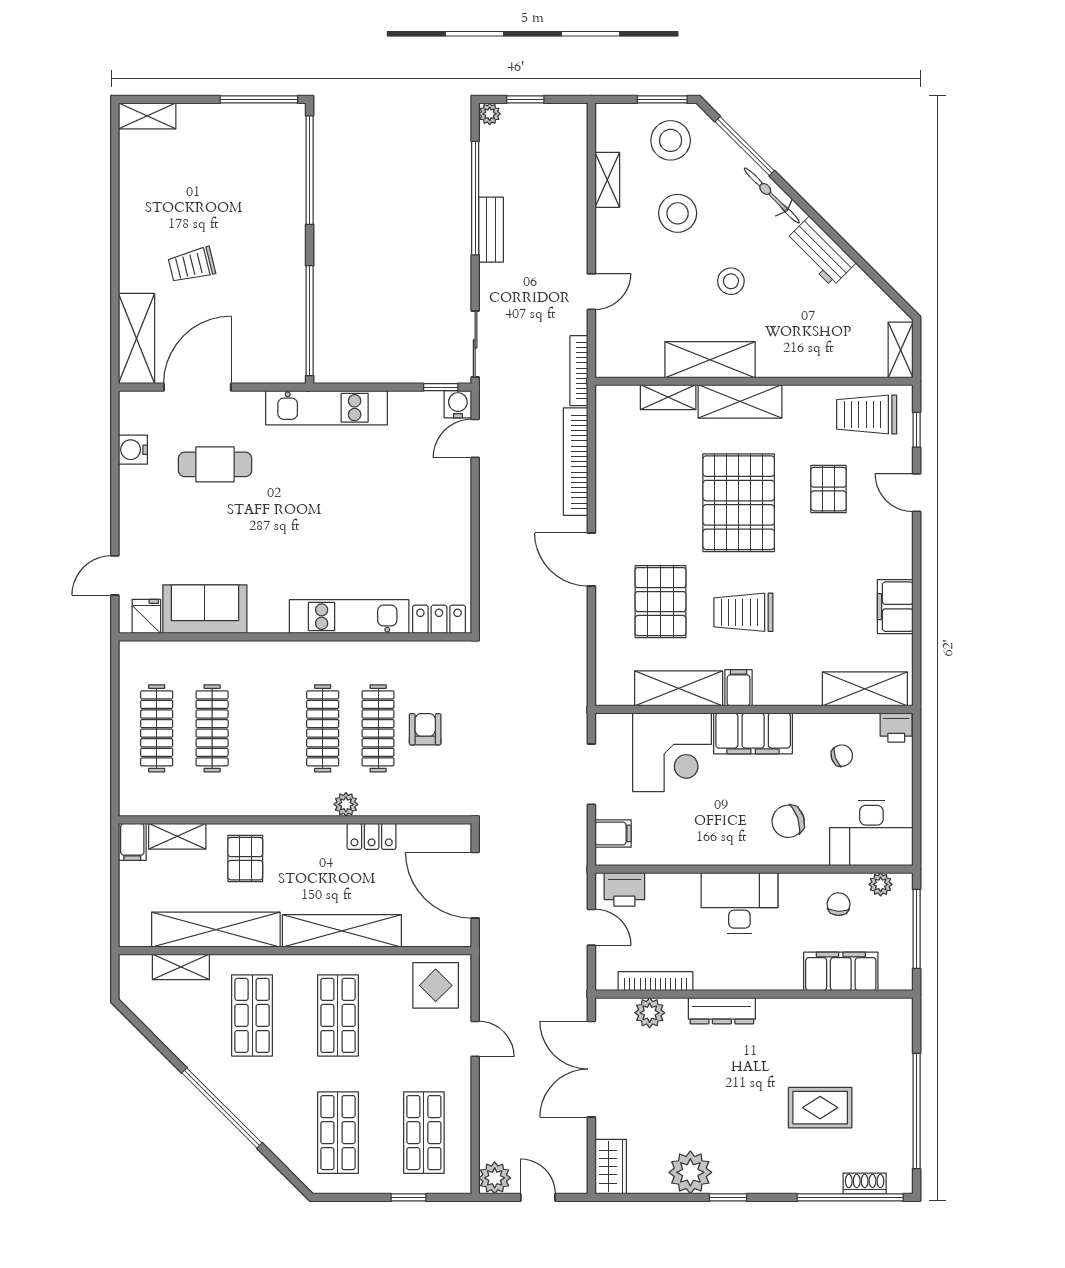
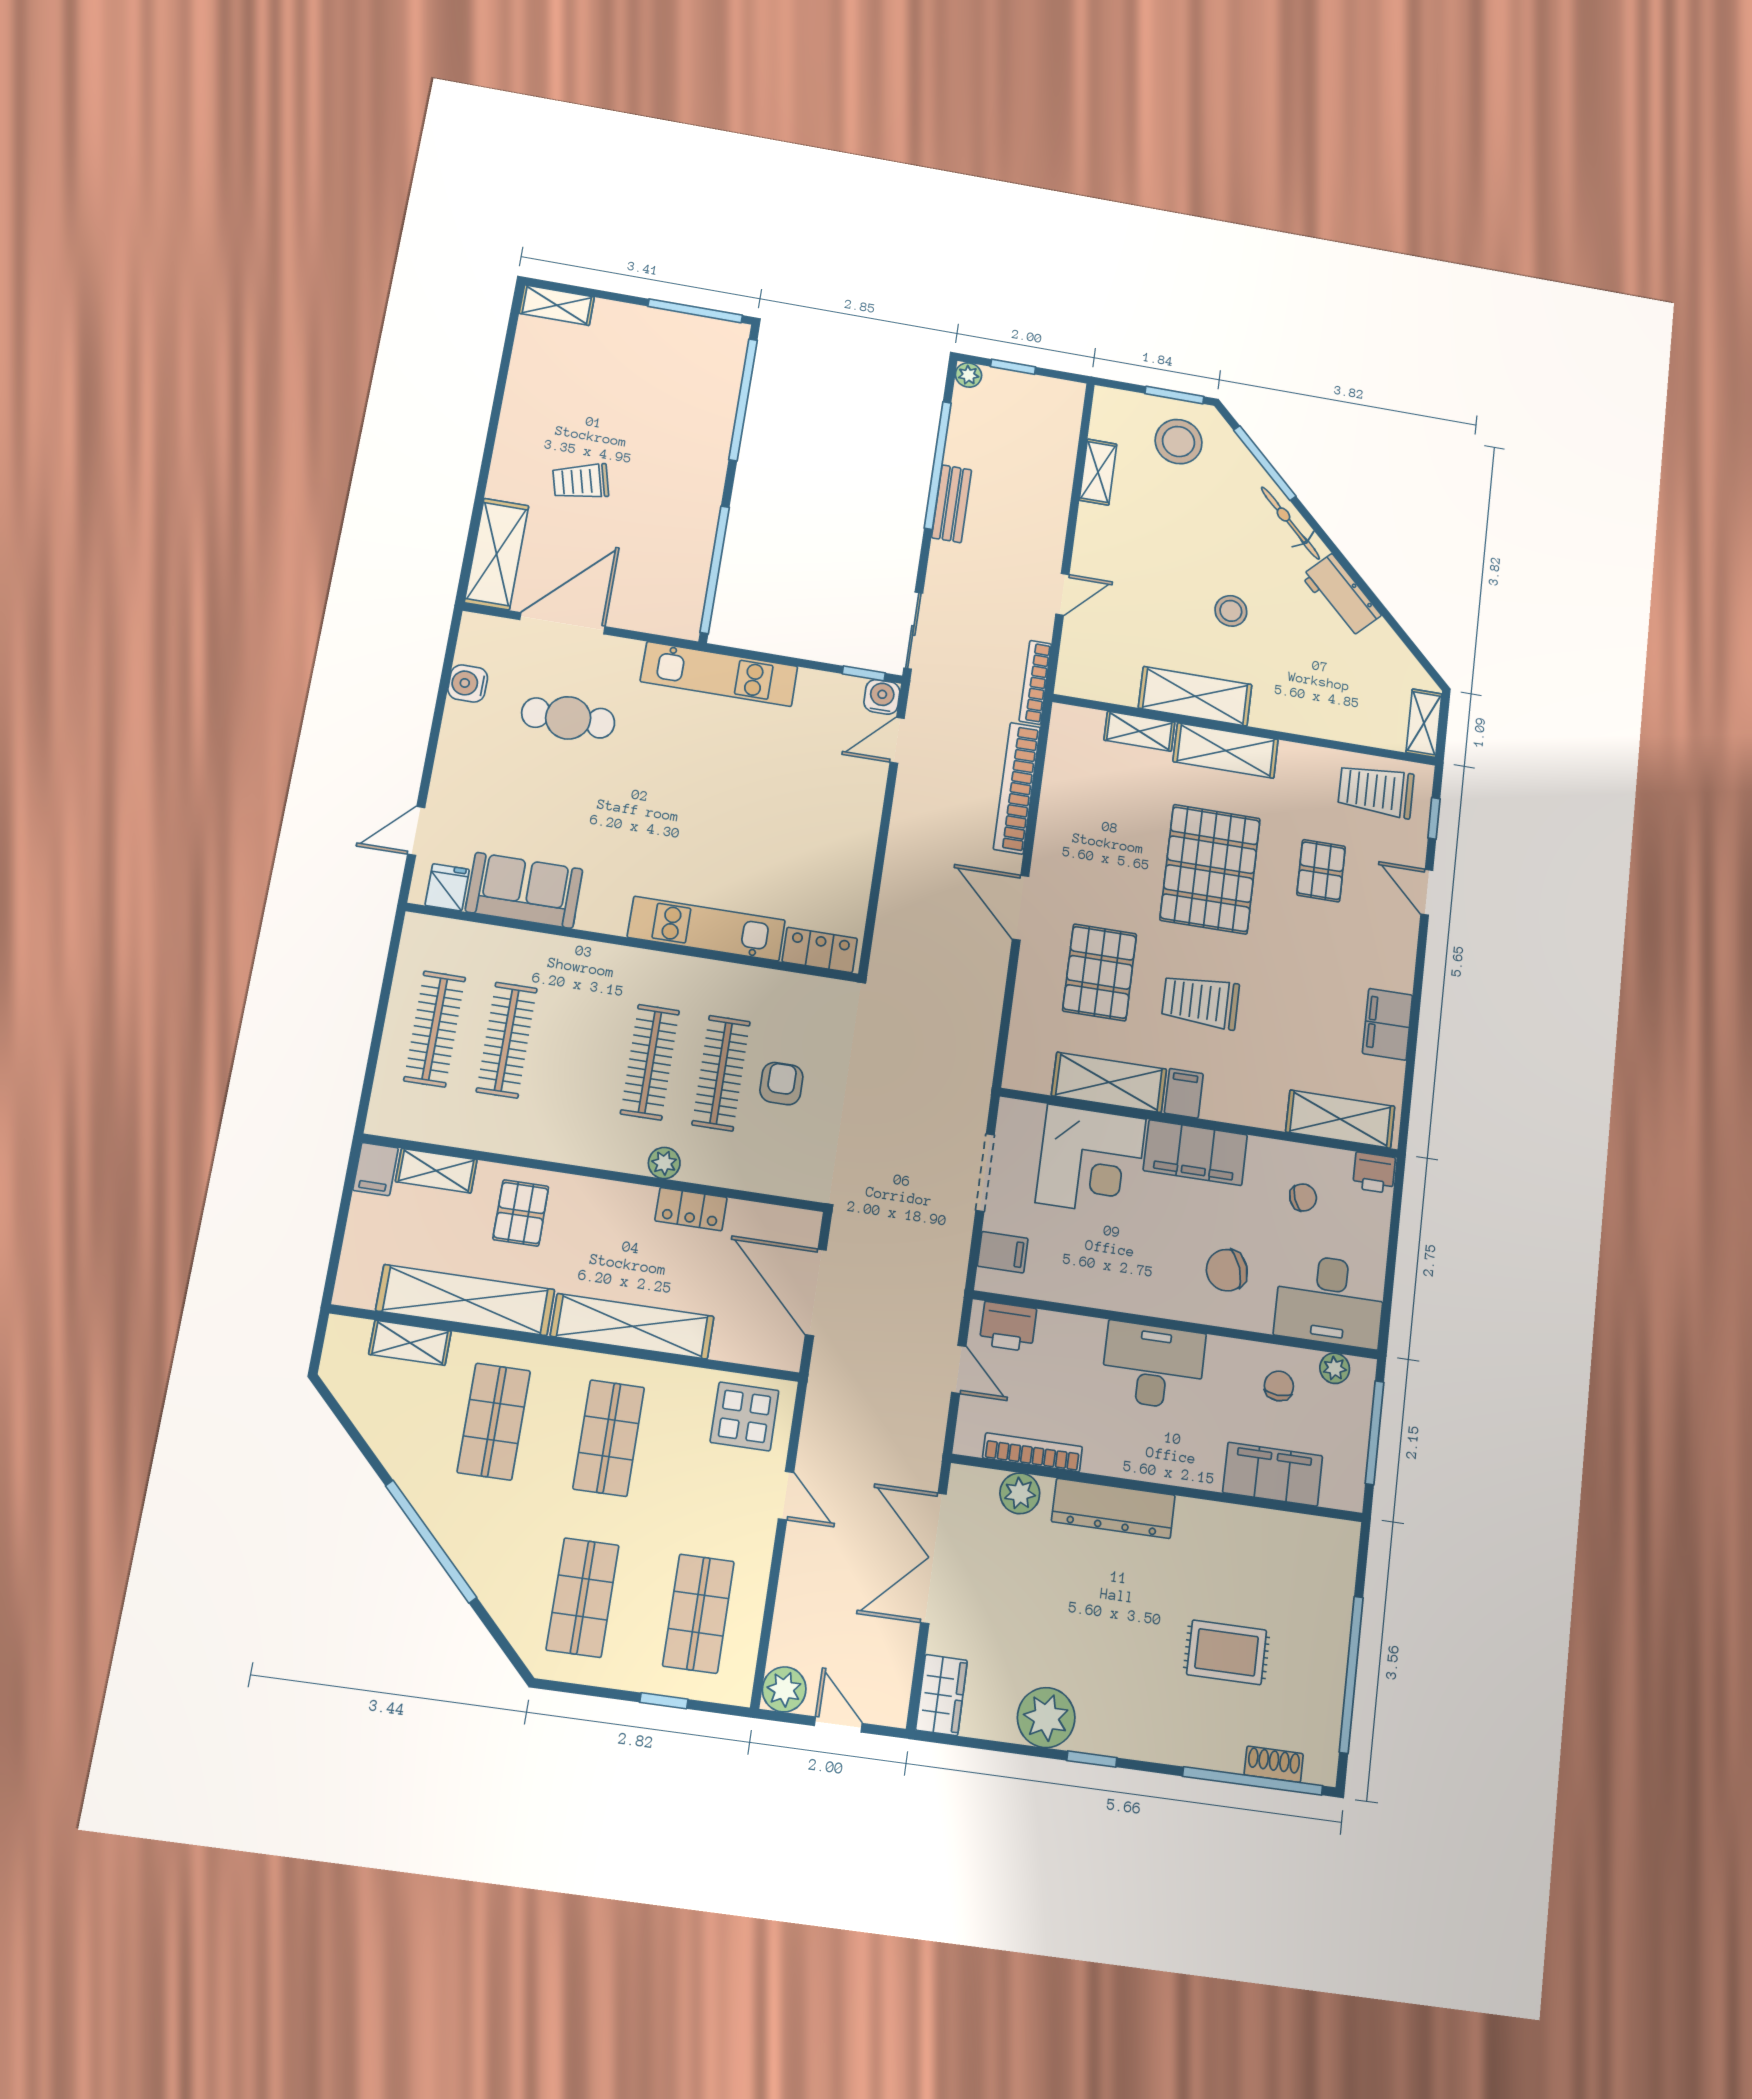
stool: (678, 213) -> (1177, 524), removed
dresser: (722, 1011) -> (1113, 1508), width x1.37, depth x1.24

